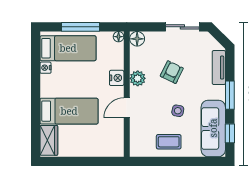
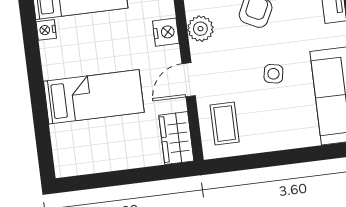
wardrobe: (49, 140) -> (176, 138), moved, turned 180
coffee table: (169, 142) -> (225, 124), moved, turned 90

